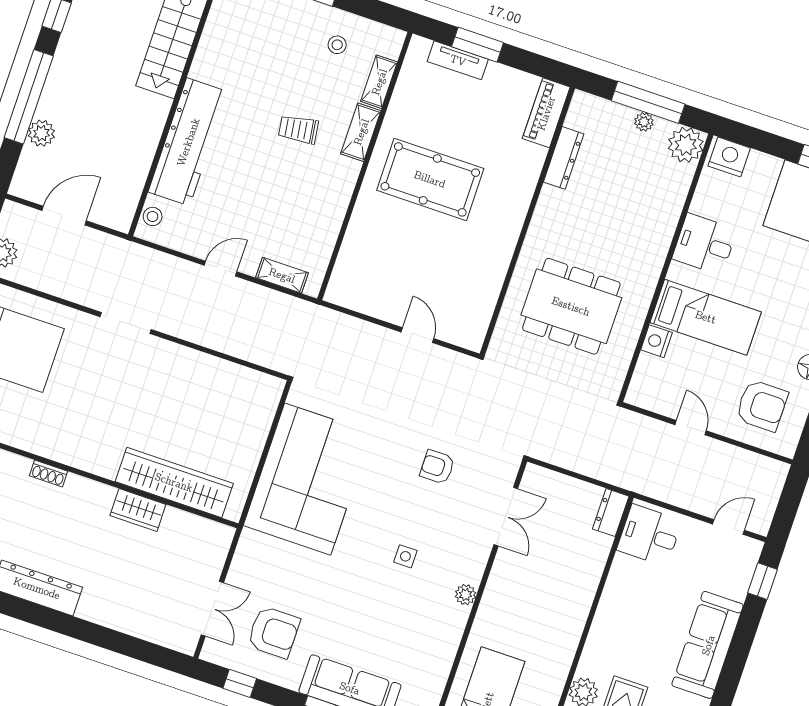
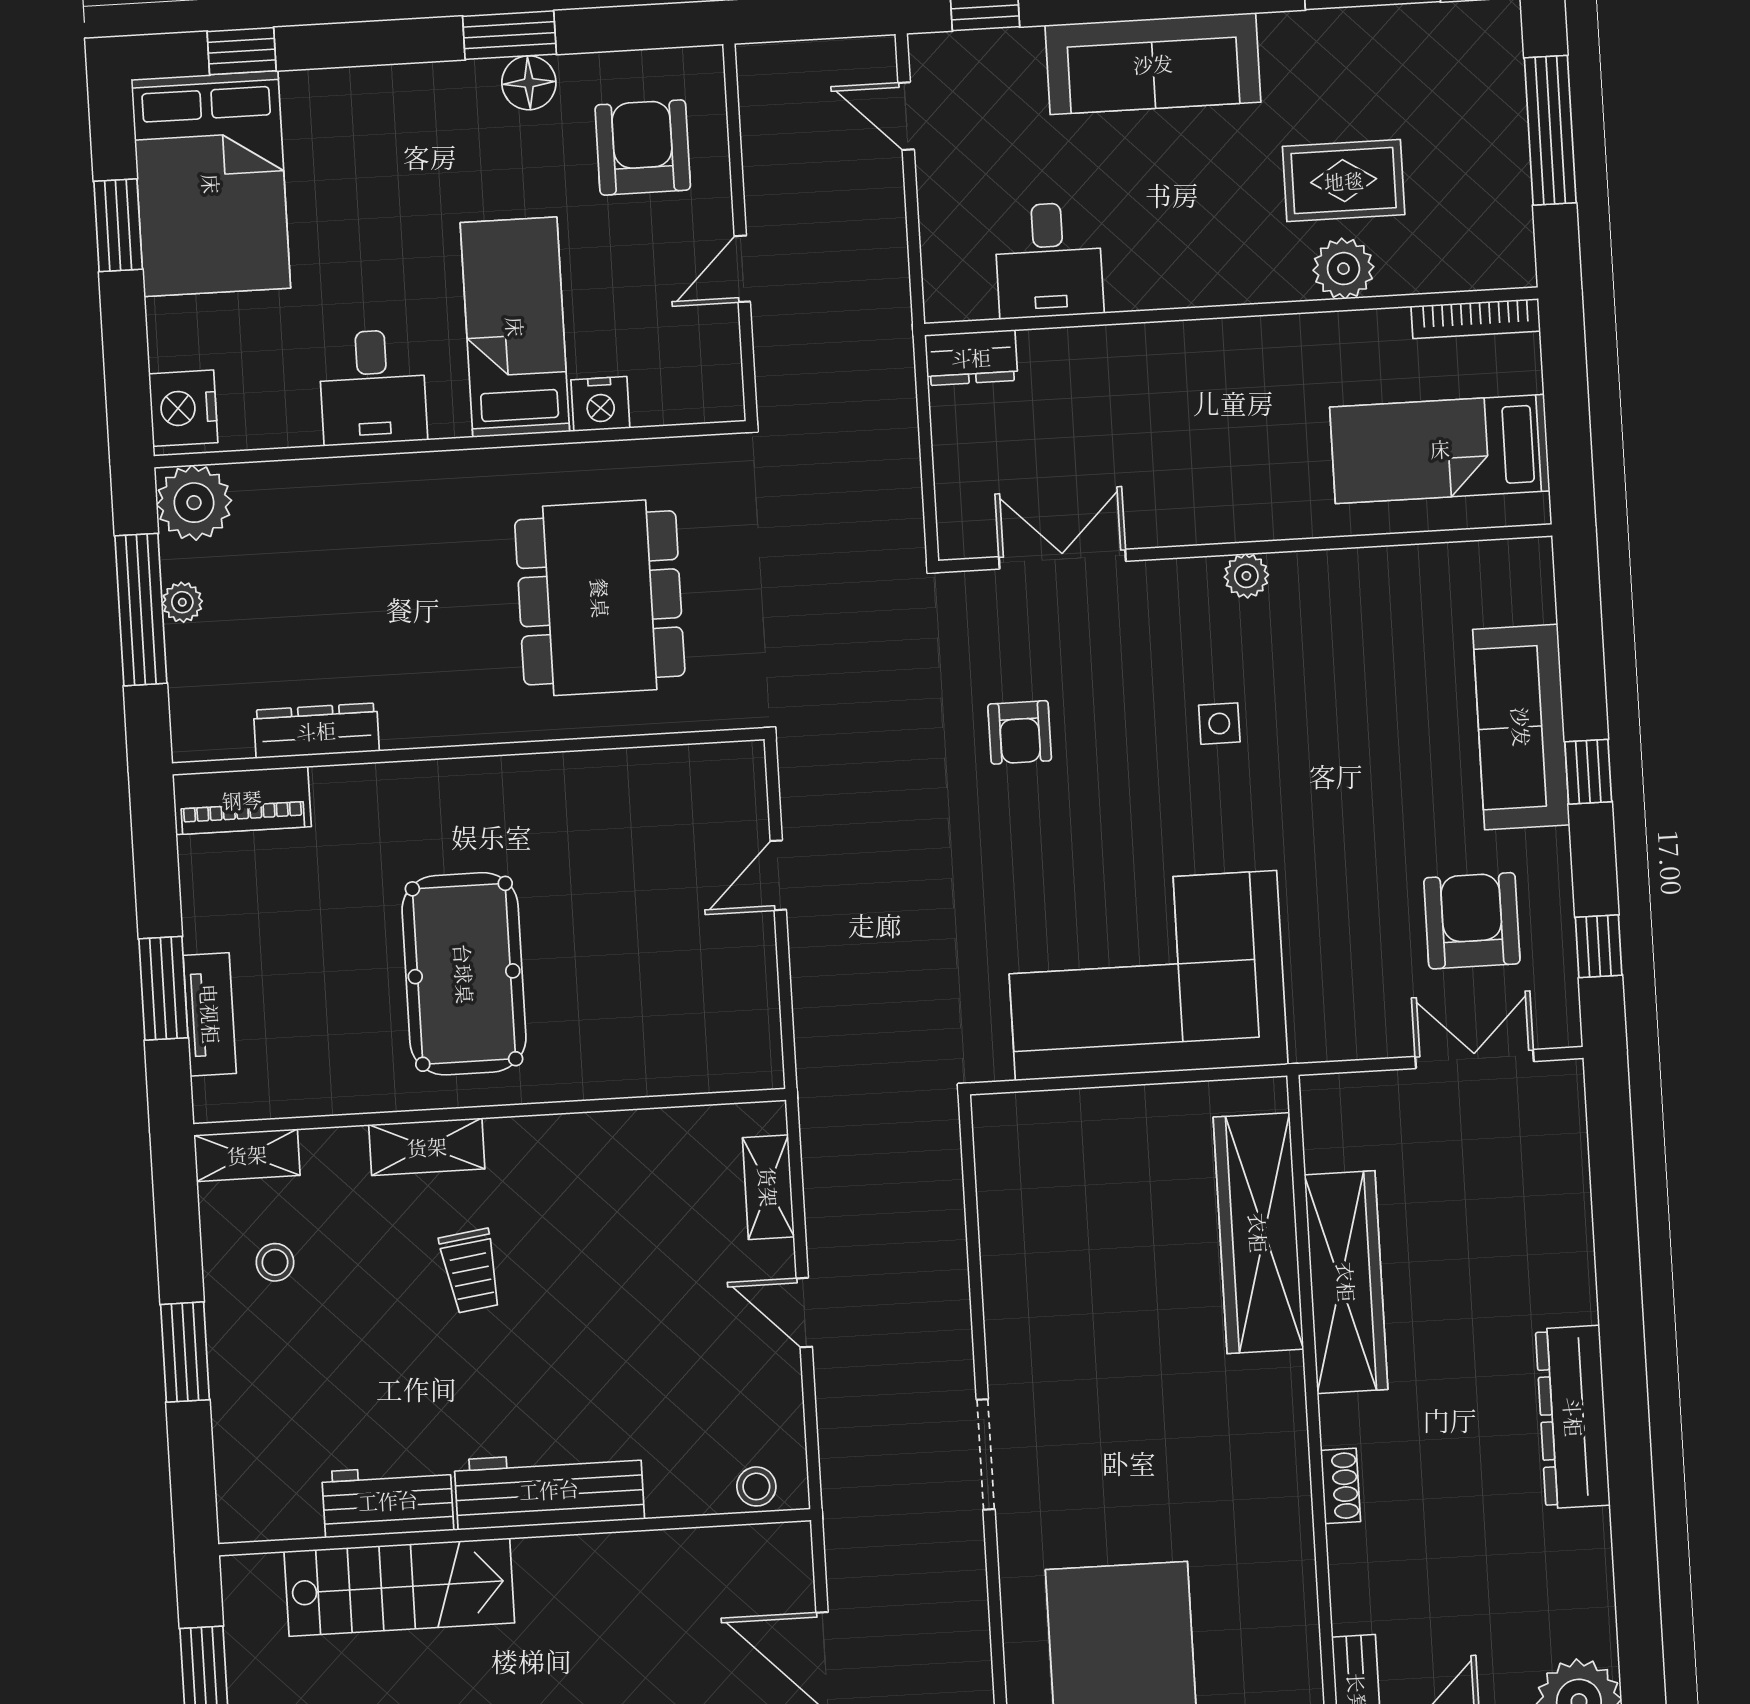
workbench: (212, 52) -> (388, 1501), added
shelving: (379, 82) -> (247, 1155), moved
workbench: (188, 142) -> (549, 1490), width x0.73, depth x0.76
wardrobe: (138, 510) -> (1346, 1282), width x2.10, depth x1.17
desk: (649, 535) -> (1049, 260), moved

